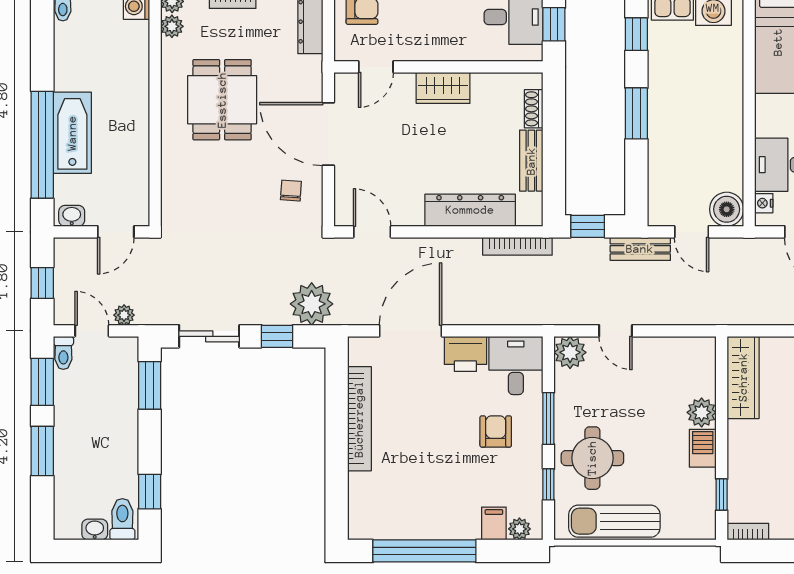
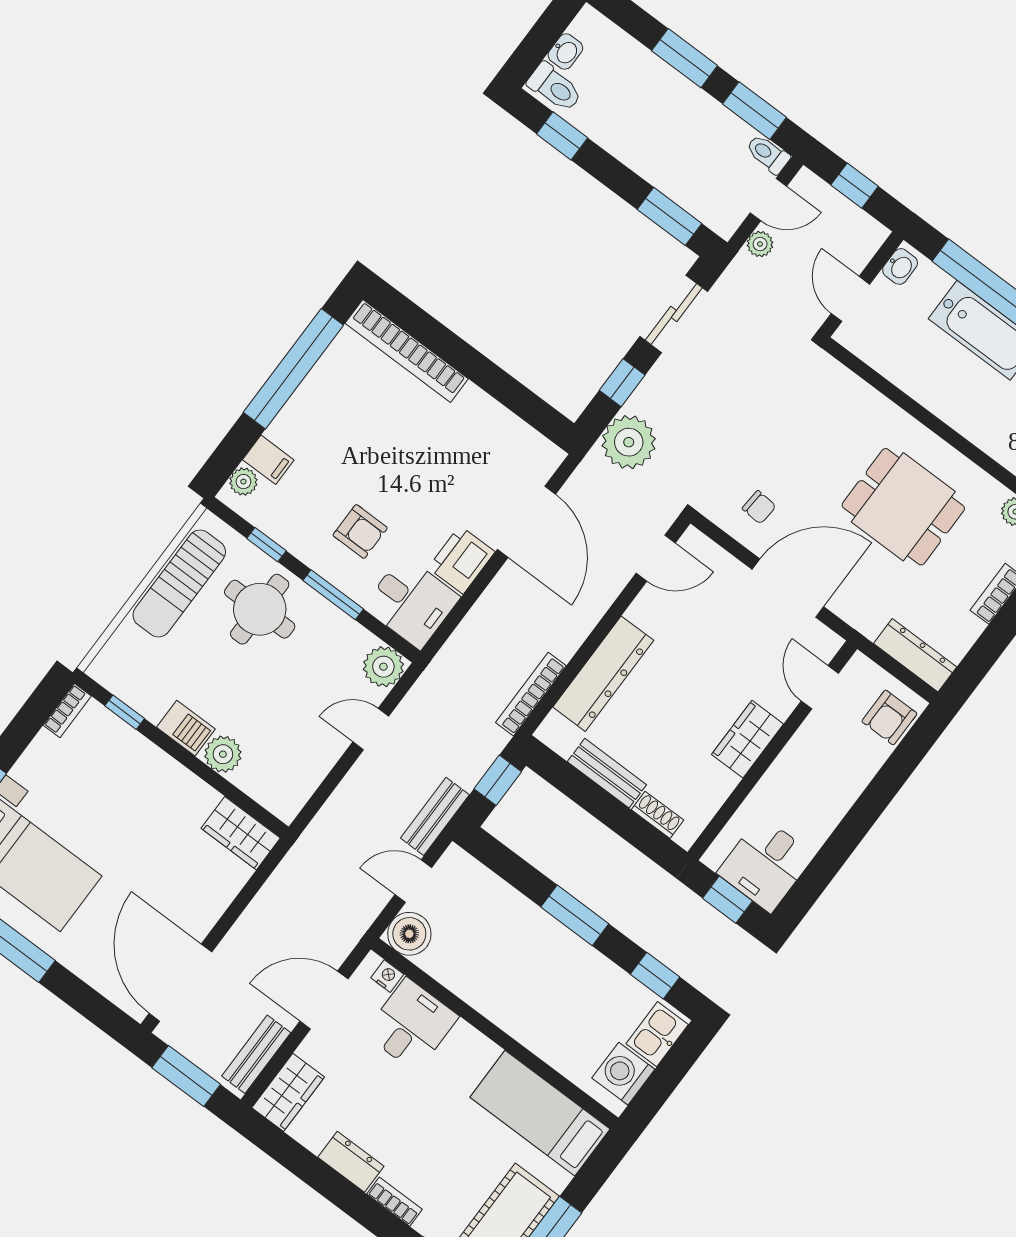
wardrobe: (743, 377) -> (241, 833), width x0.67
bookcase: (359, 419) -> (407, 351), moved
sun lounger: (614, 521) -> (179, 583), turned 180

